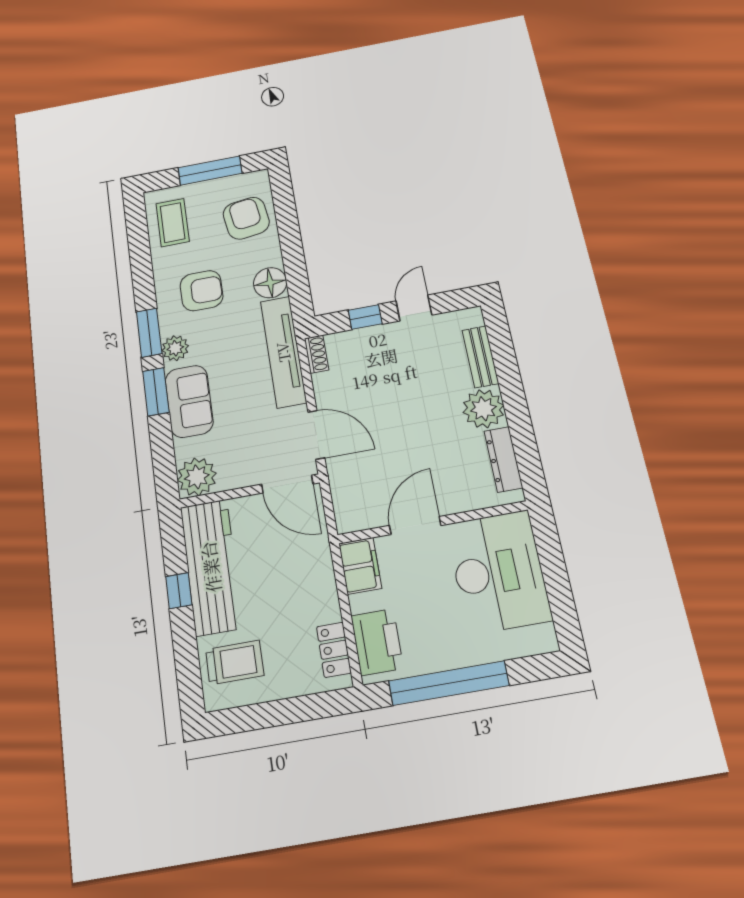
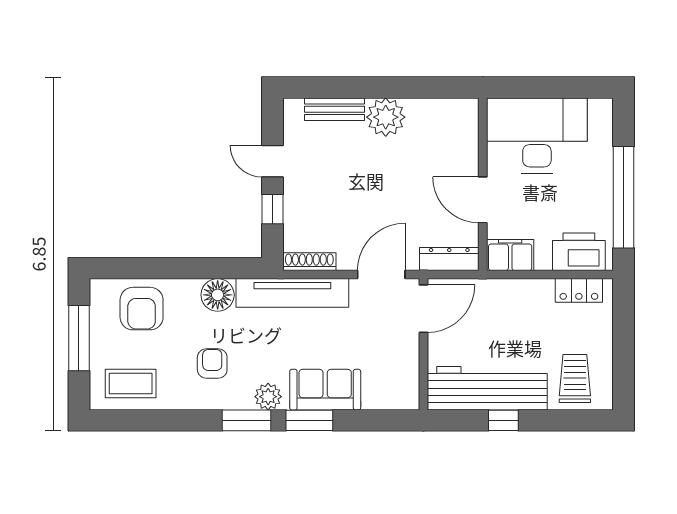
armchair: (246, 218) -> (142, 309), turned -82
armchair: (202, 291) -> (212, 364), width x0.72, depth x0.72
shoe rack: (316, 354) -> (309, 262), width x1.43
dresser: (503, 459) -> (449, 259), moved, turned 180
plant: (197, 477) -> (401, 391), removed

